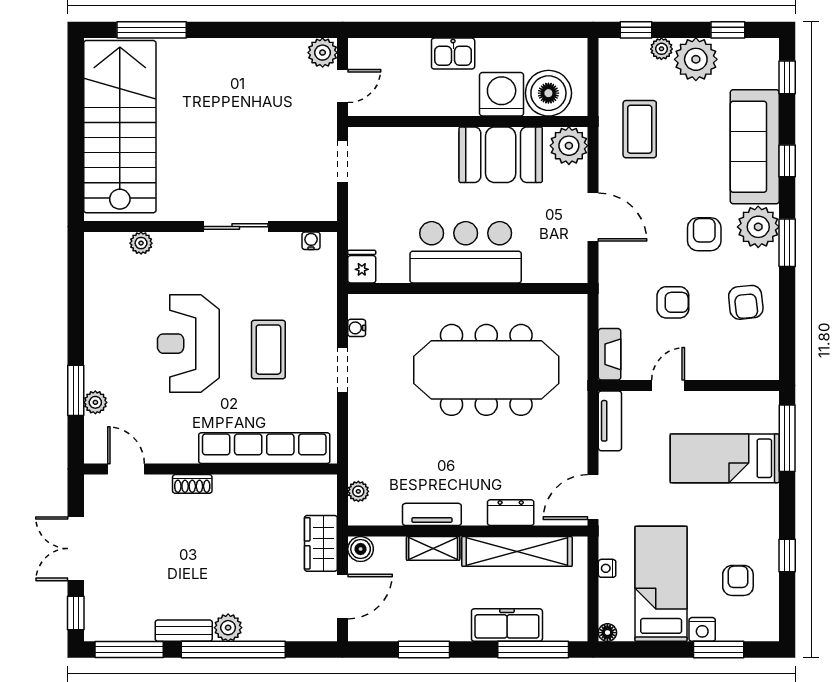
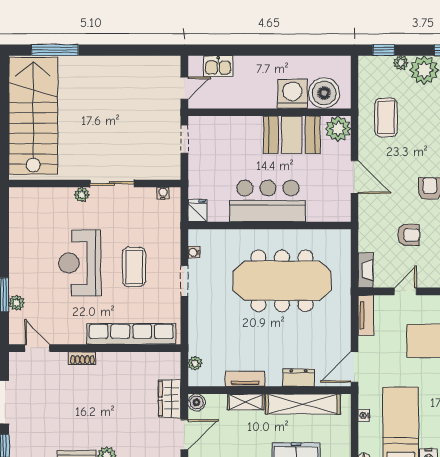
plant: (323, 53) -> (171, 65), removed
kitchen sink: (453, 54) -> (218, 66), moved
plant: (141, 243) -> (82, 195), moved

